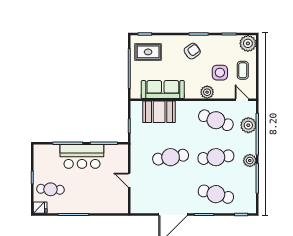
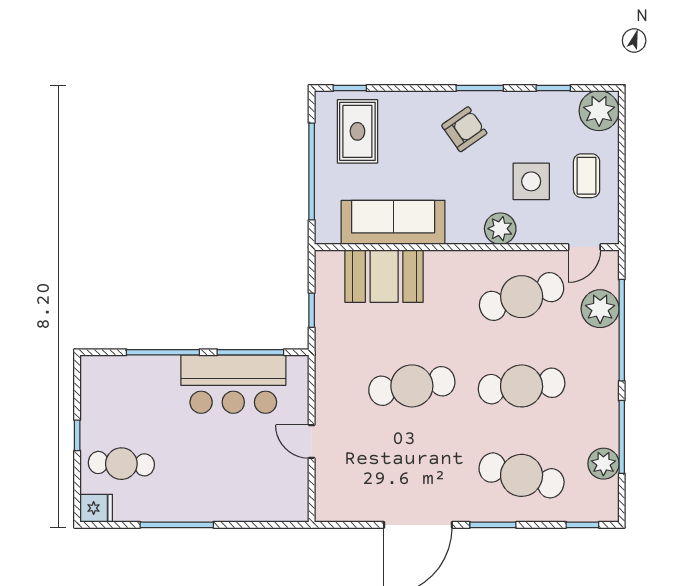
rug: (148, 52) -> (357, 131), turned 90
door: (242, 100) -> (584, 247), swing flipped
cafe table: (216, 120) -> (522, 297), turned -39
bar counter: (82, 156) -> (233, 384), moved
plant: (250, 160) -> (603, 464), moved

